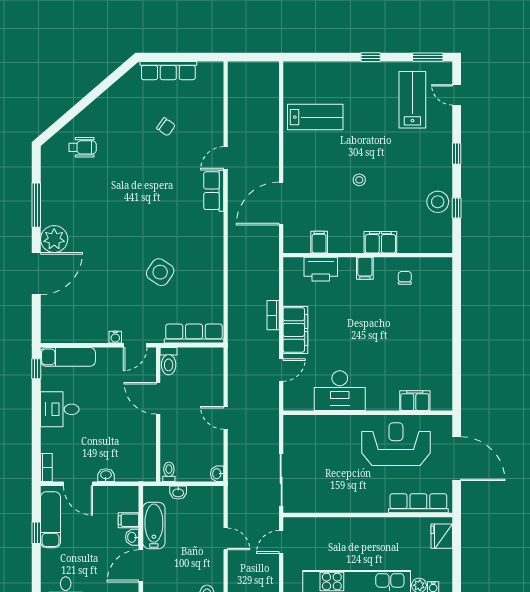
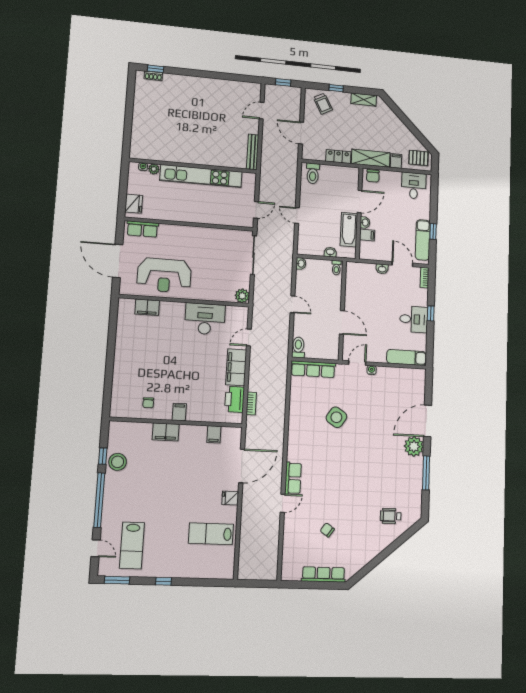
window: (457, 154) -> (99, 500), width x3.17
fridge: (293, 162) -> (230, 498), added
stool: (359, 180) -> (179, 482), removed
printer: (321, 269) -> (235, 399), moved, turned -90
bookcase: (273, 315) -> (251, 403), moved
toilet: (169, 361) -> (298, 347), moved
window: (36, 369) -> (431, 313), moved
plant: (293, 425) -> (242, 296), added
row of seats: (418, 503) -> (142, 229), width x0.68

